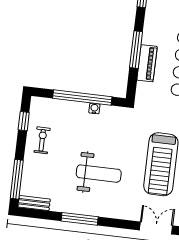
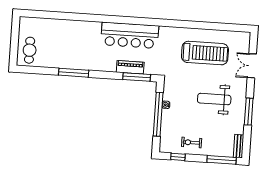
window: (136, 50) -> (137, 77), moved
weight bench: (99, 174) -> (214, 99), turned -90
double door: (156, 228) -> (252, 66), moved

